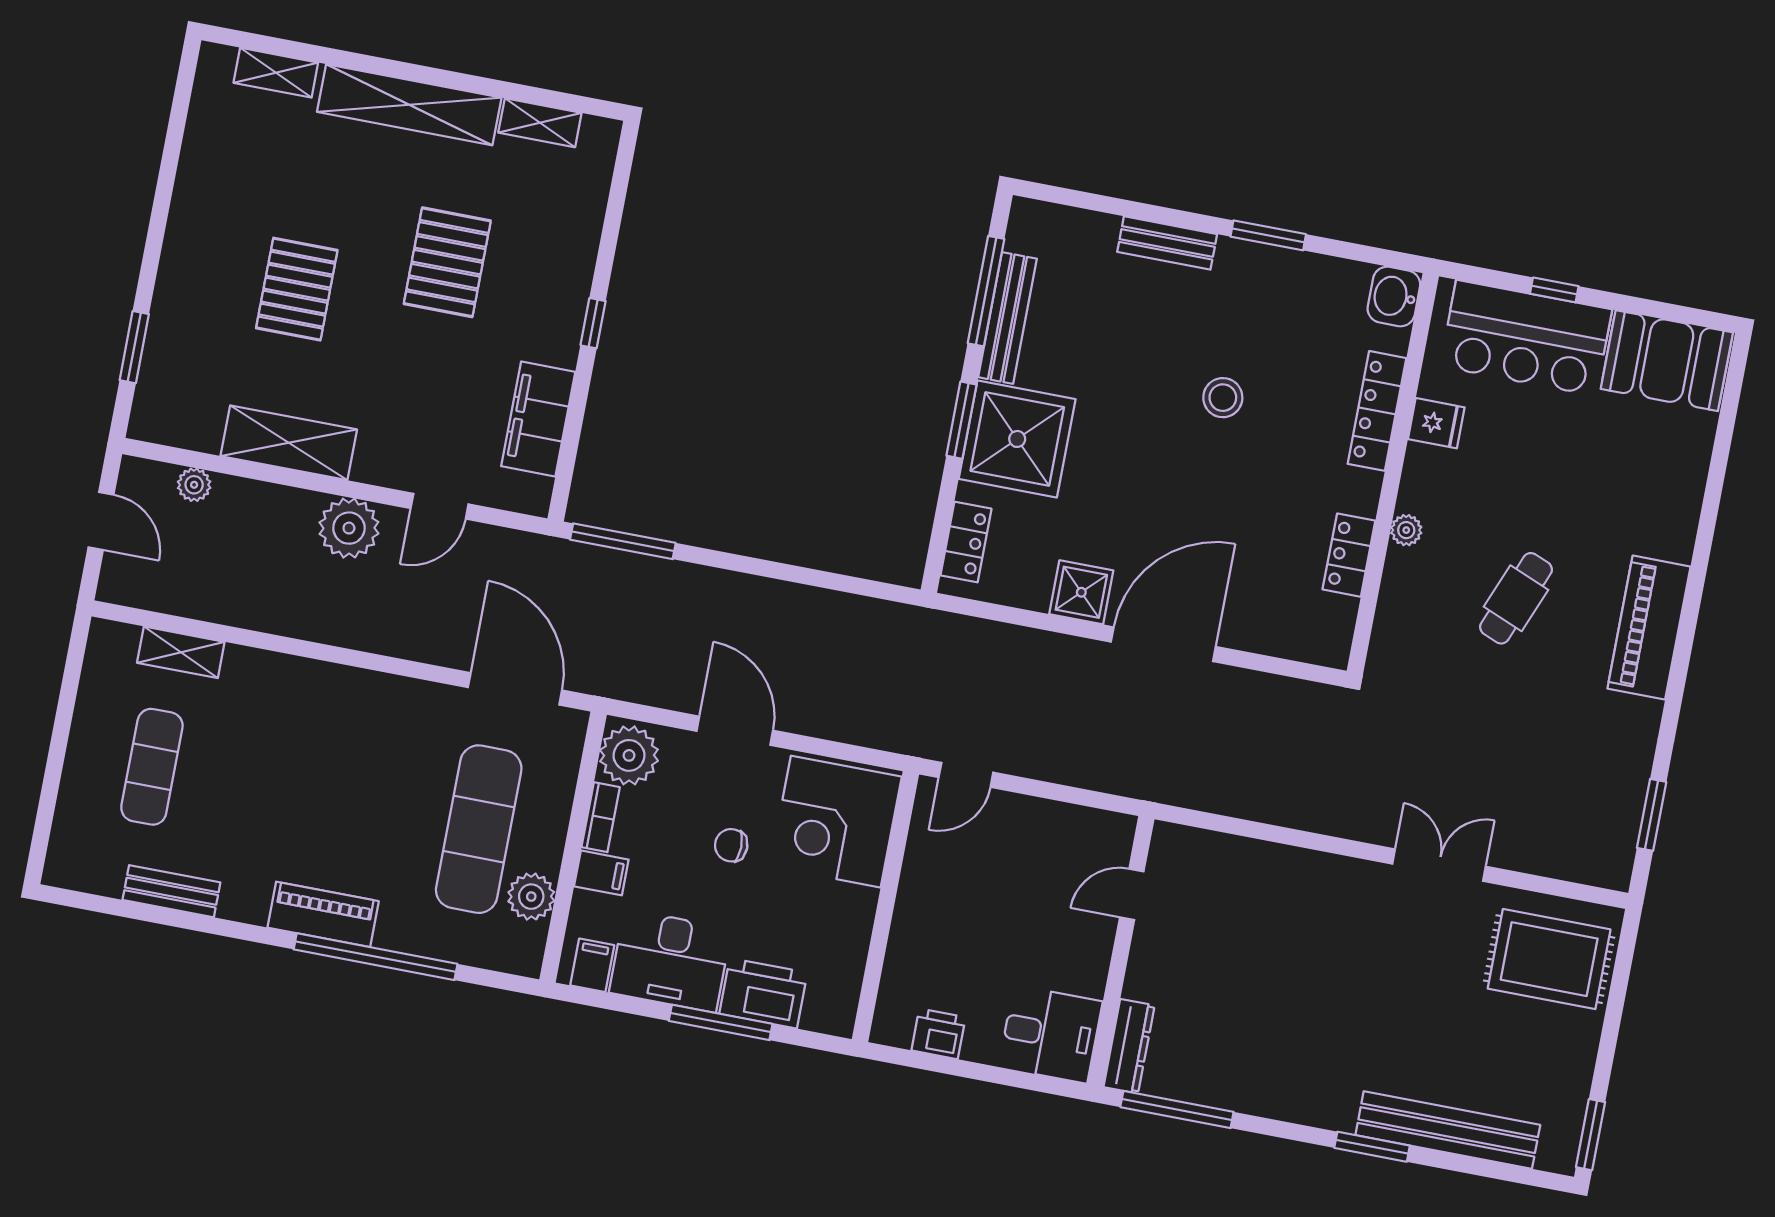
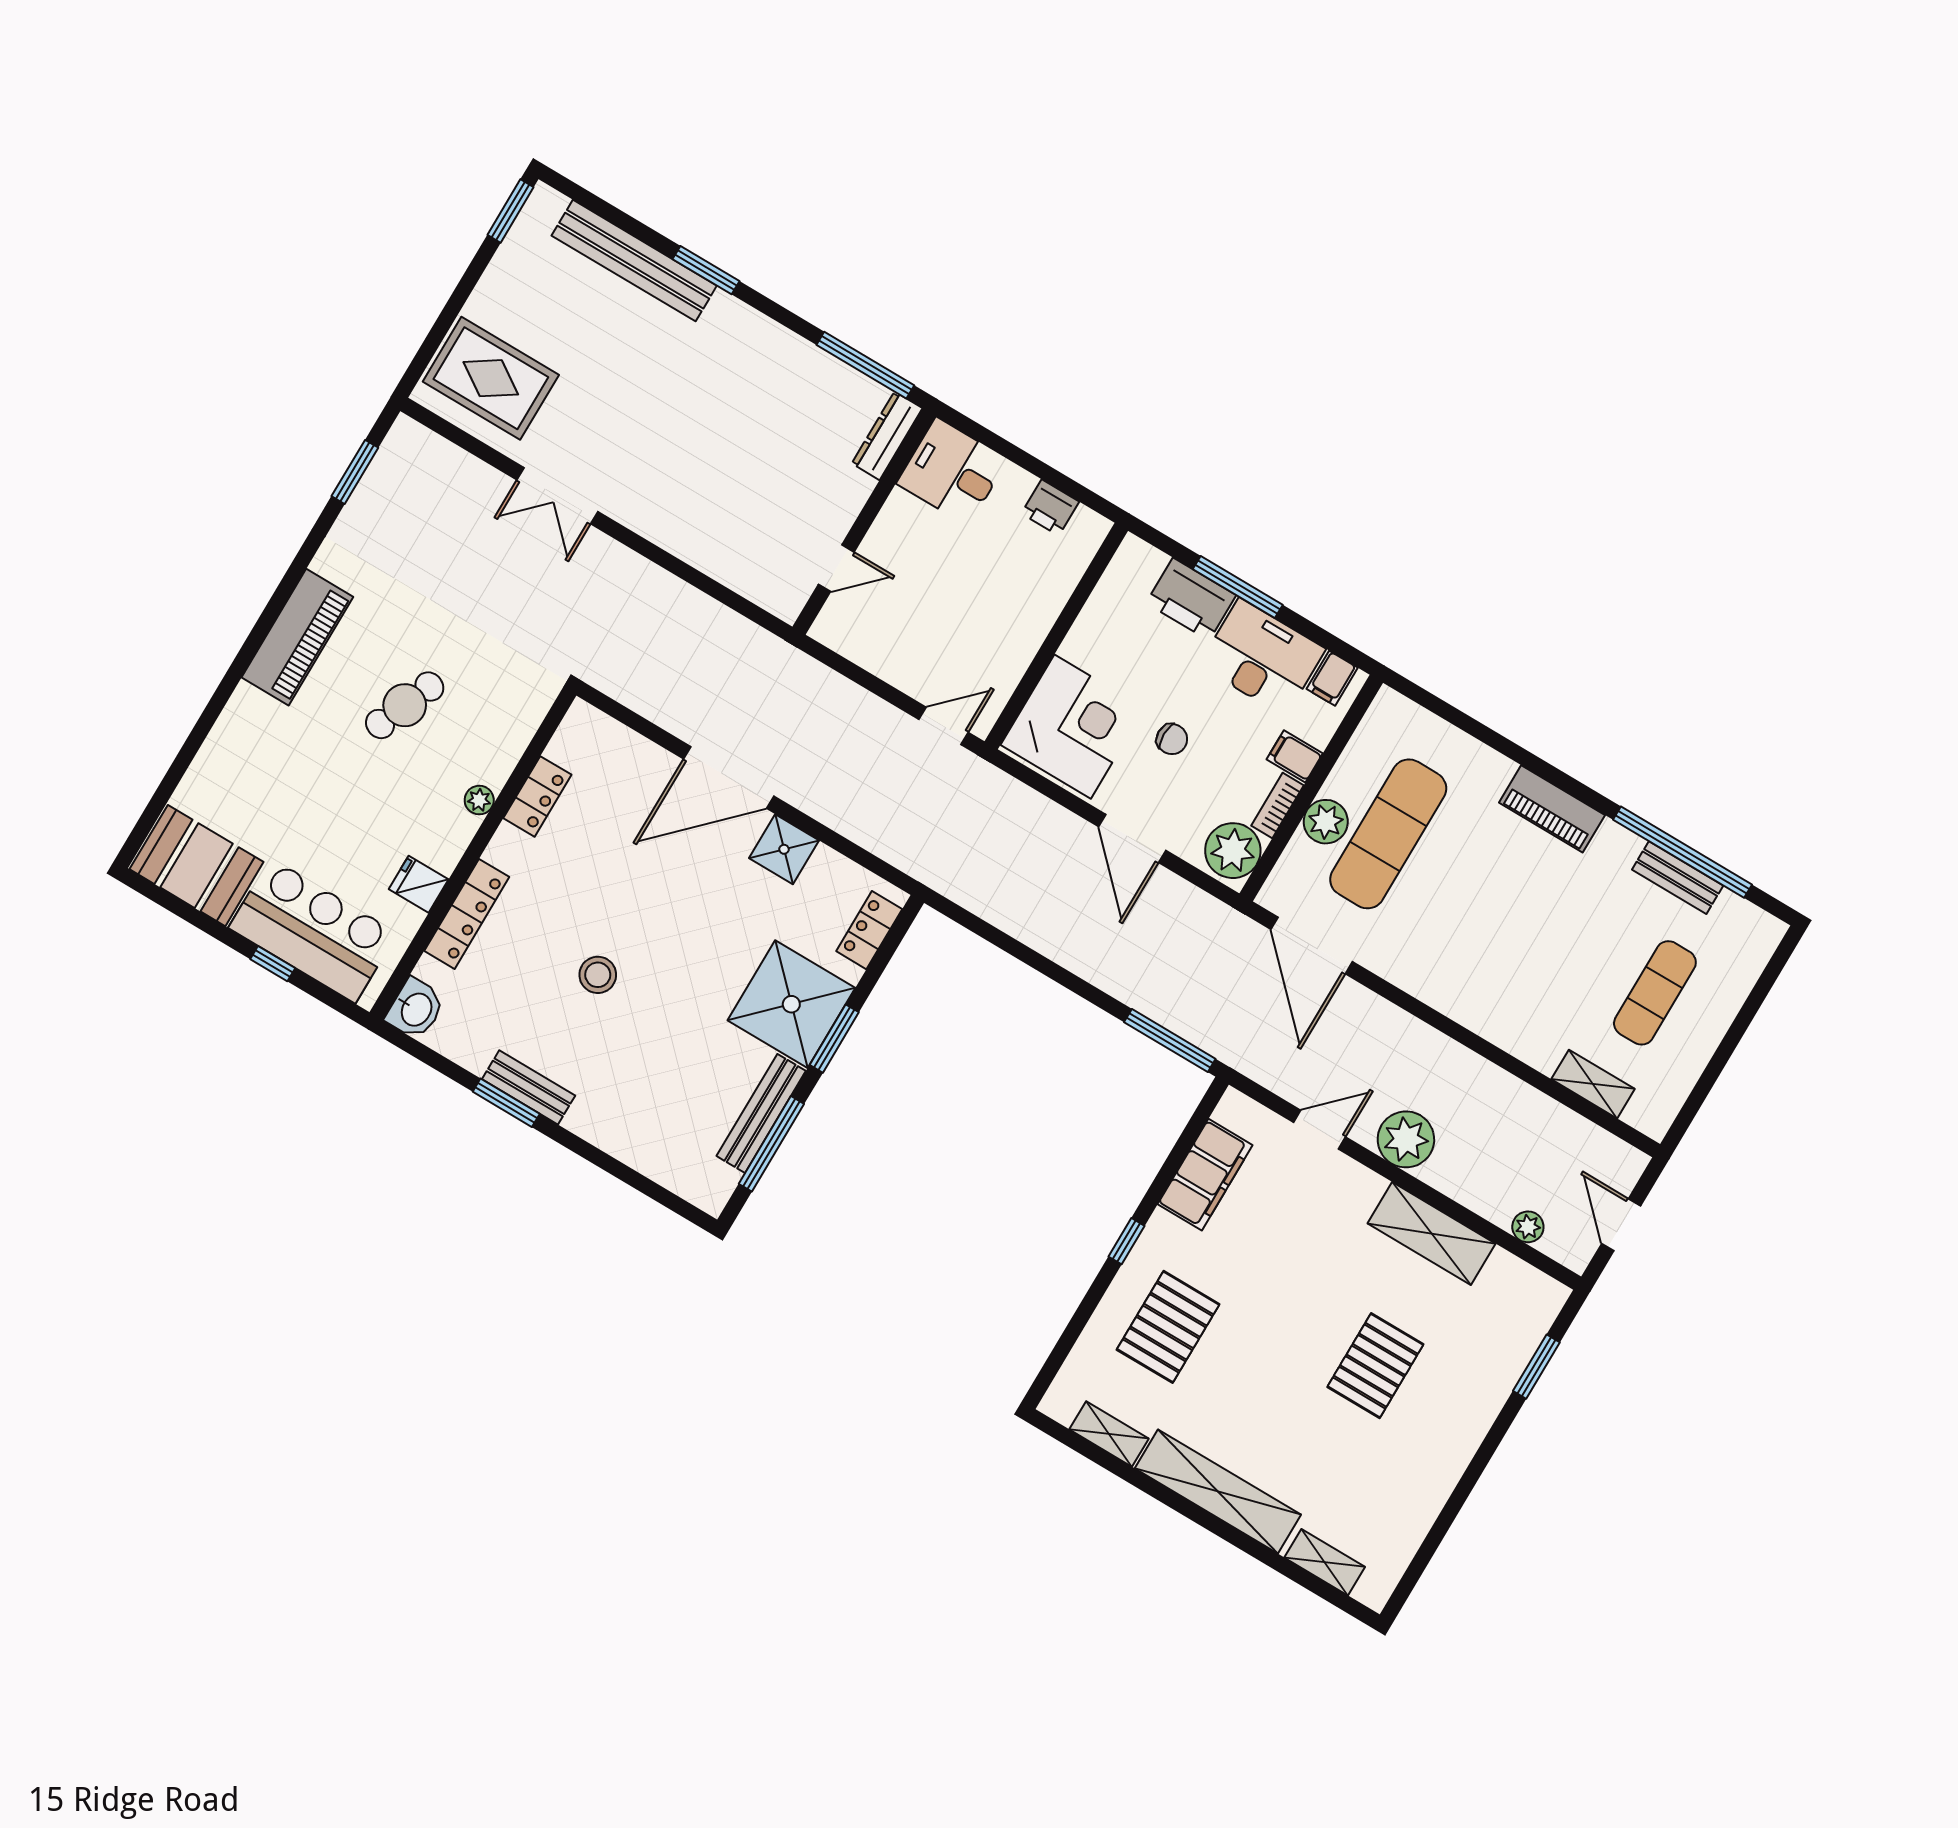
bench: (1167, 243) -> (529, 1087), moved
pallet: (447, 262) -> (1168, 1327), moved
plant: (531, 897) -> (1326, 822), moved
window: (376, 957) -> (1683, 852), moved

